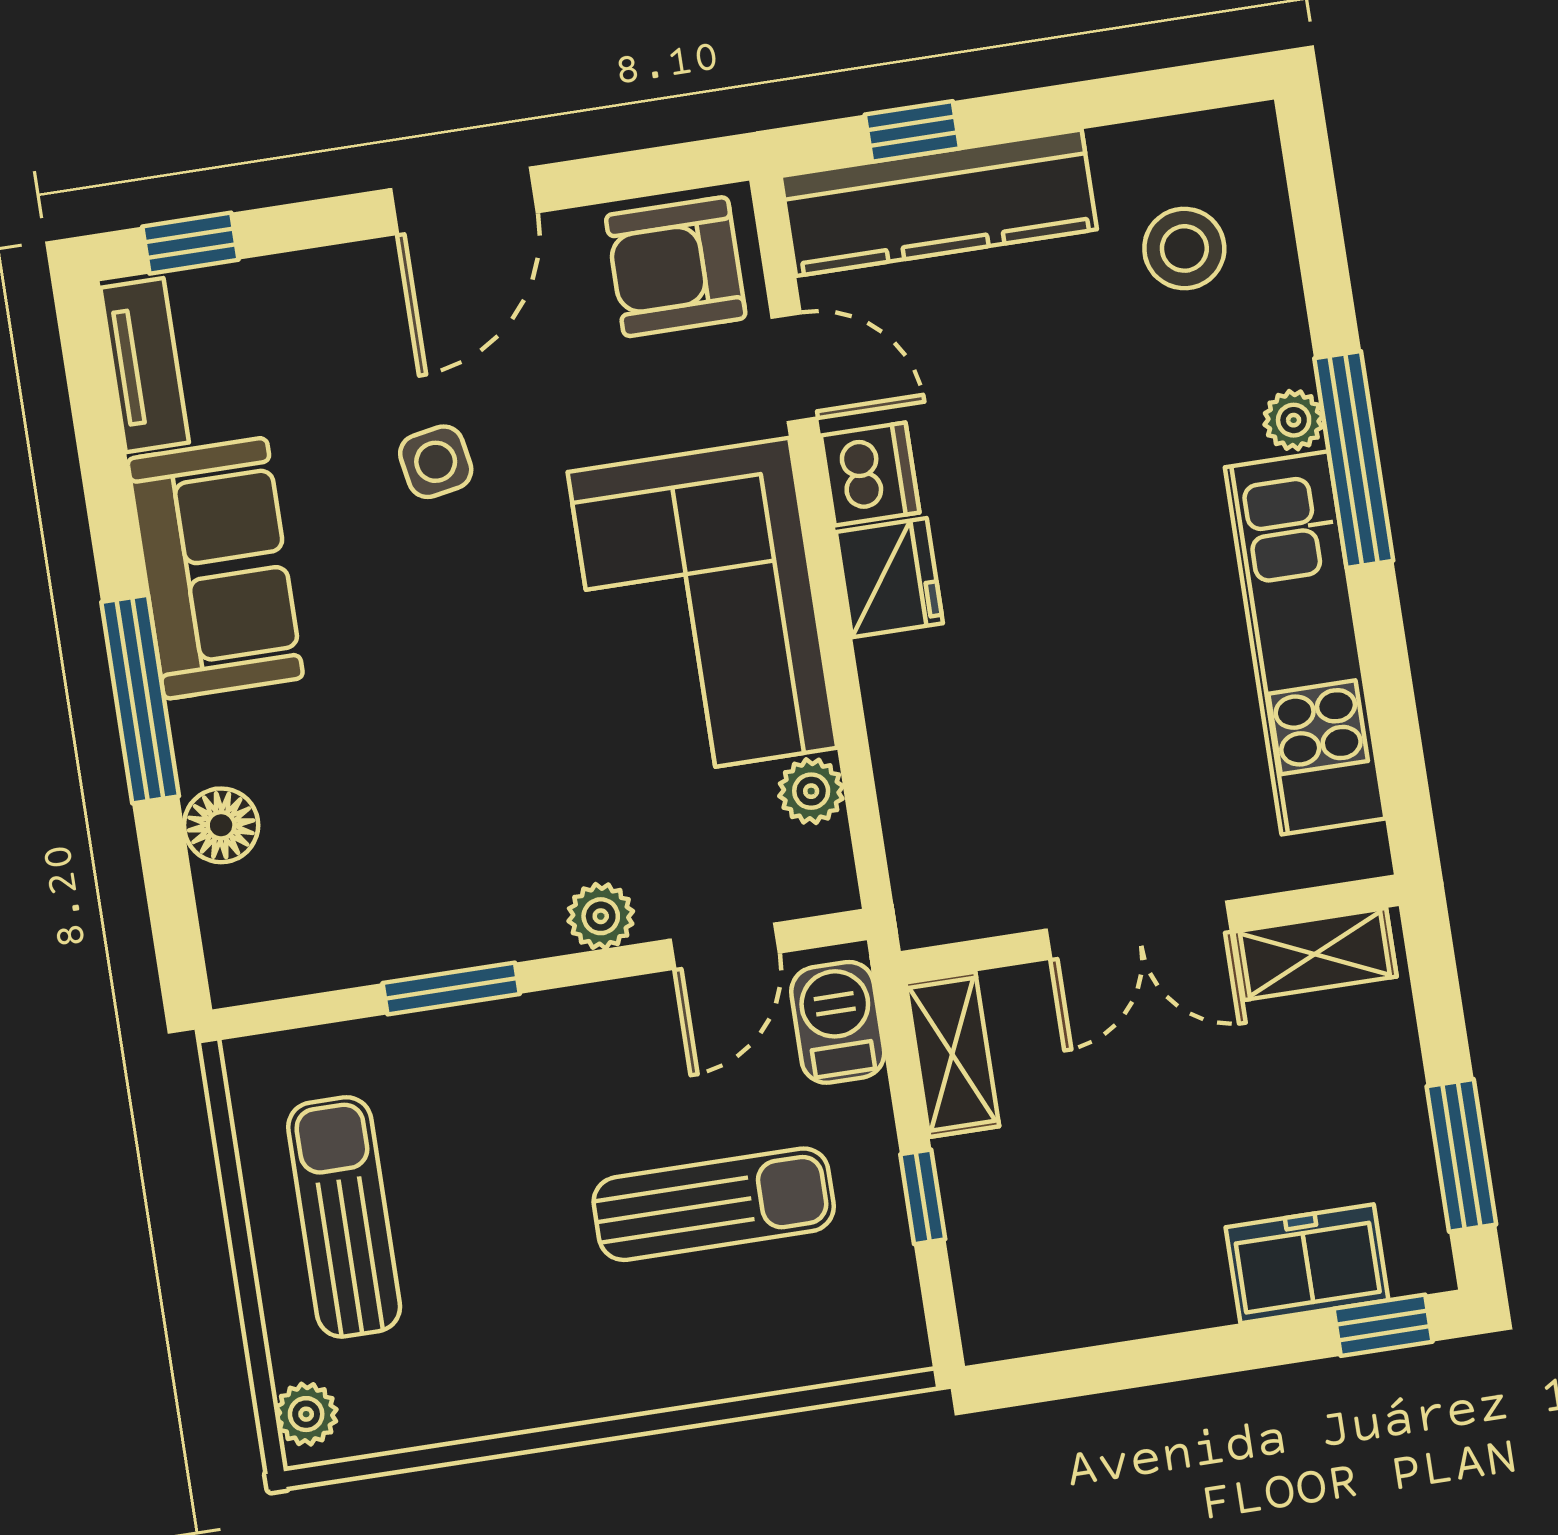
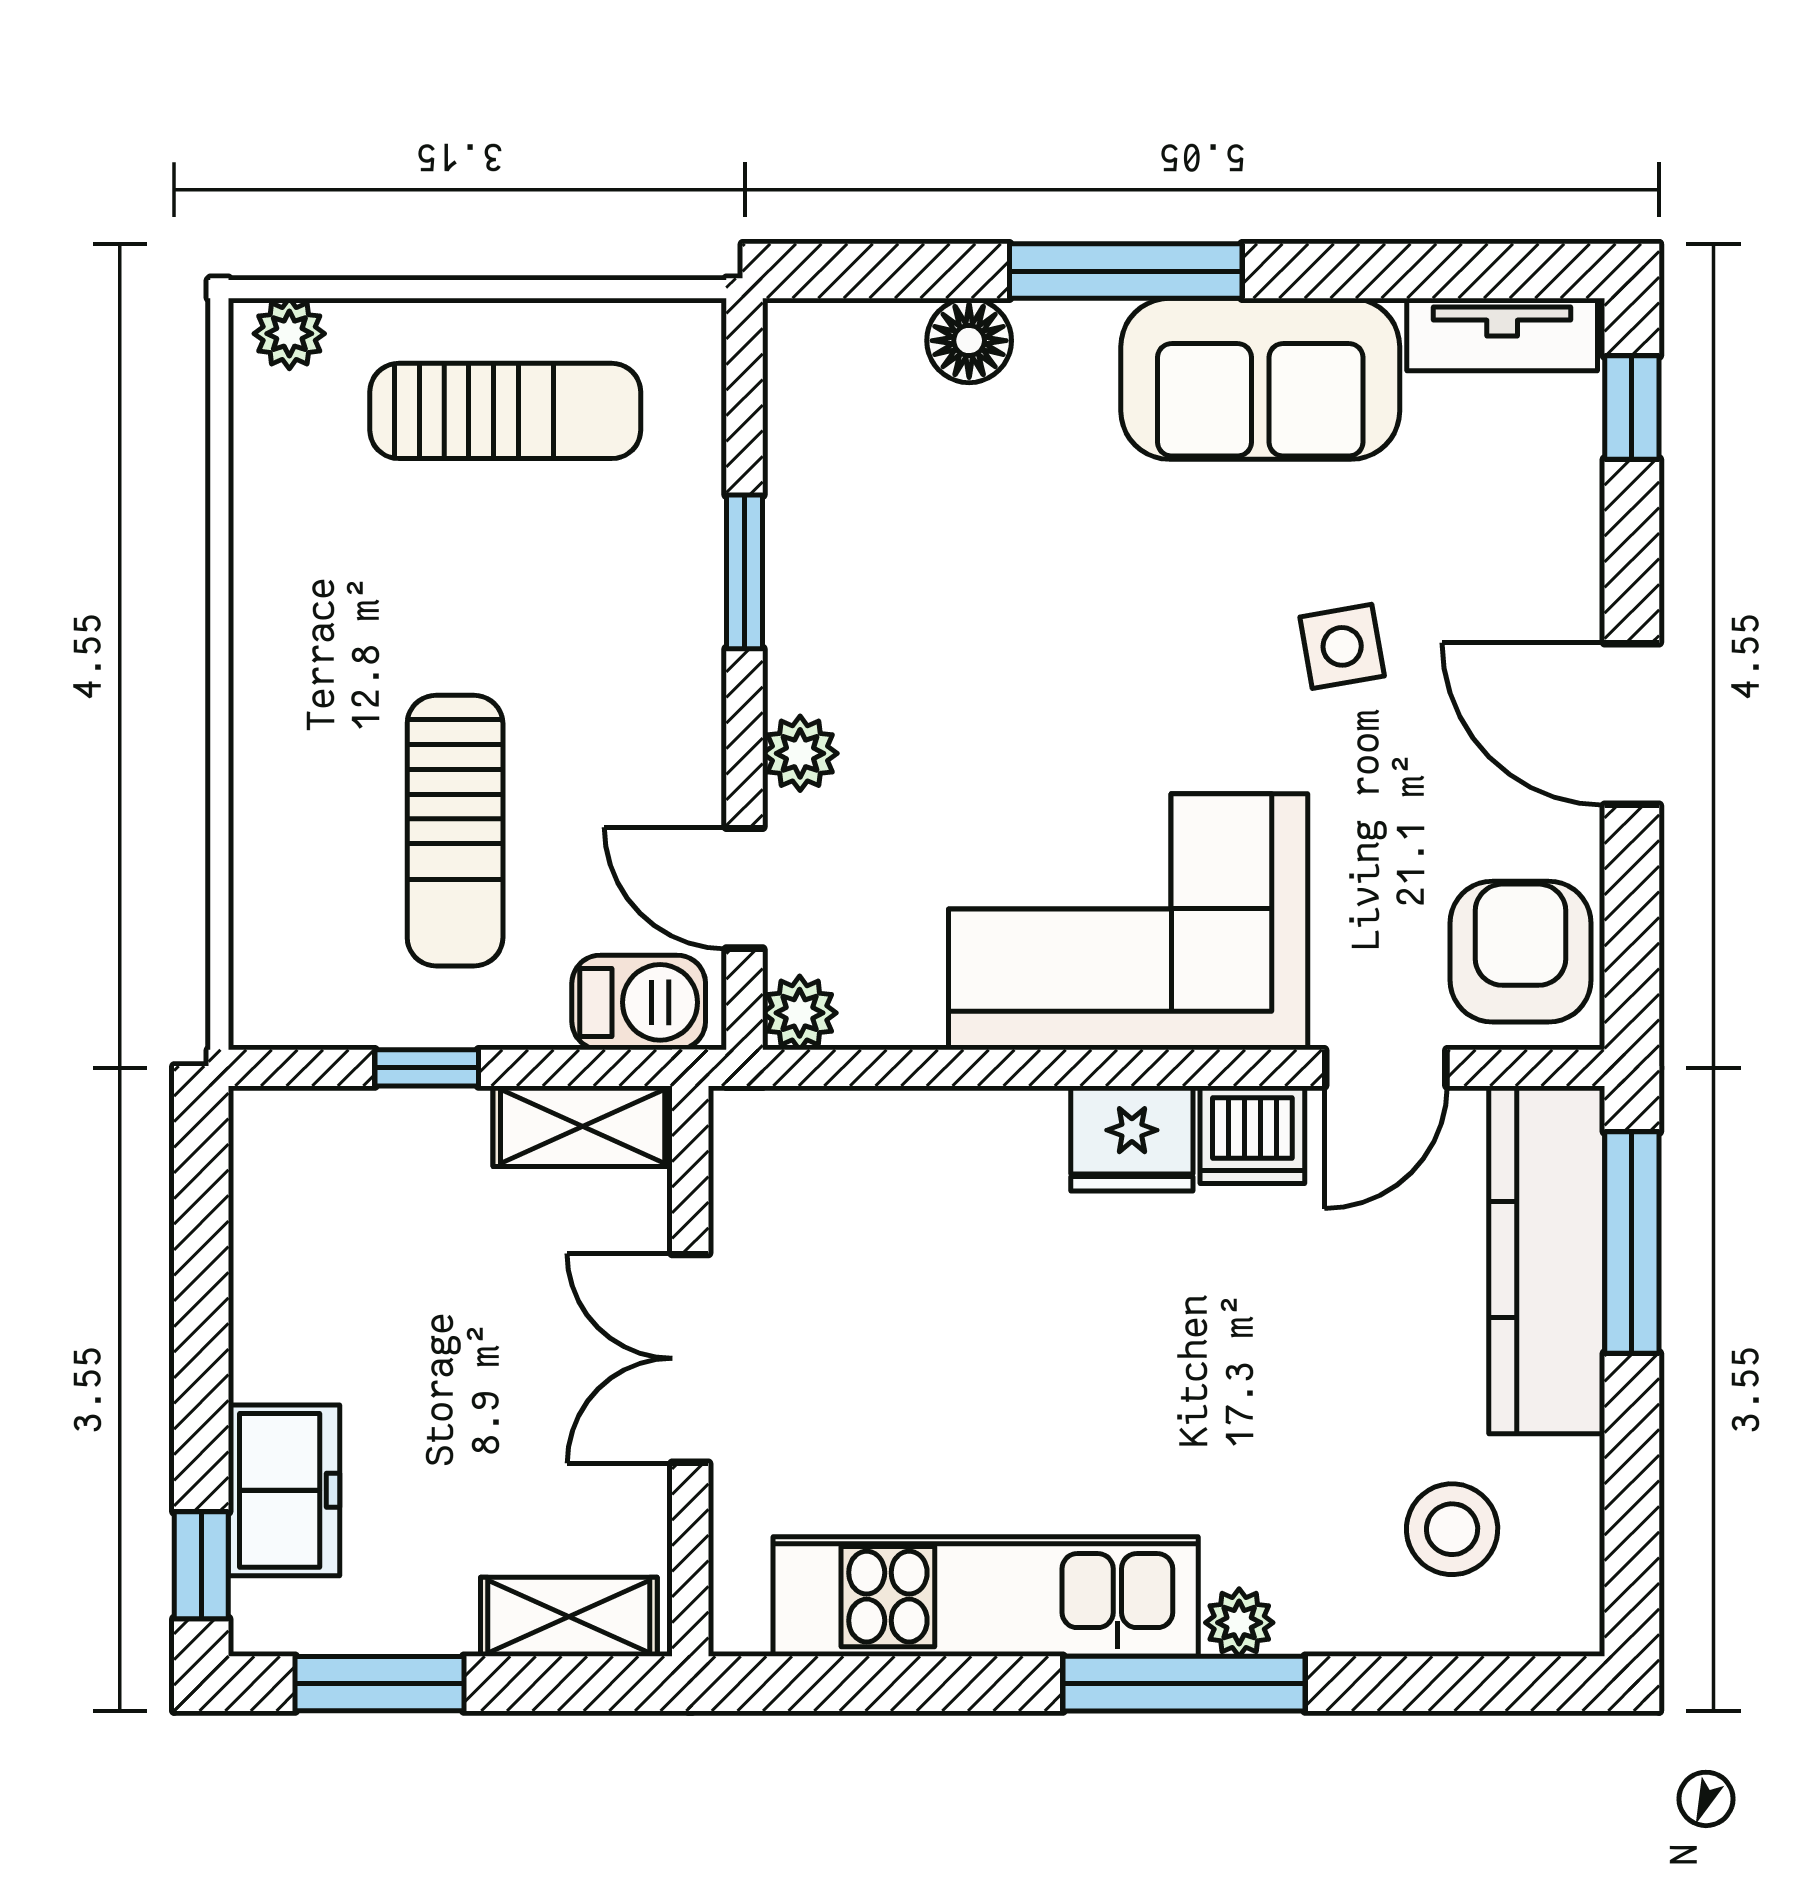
window: (912, 131) -> (1632, 1243), width x2.17
plant: (811, 791) -> (800, 1013), moved
shelving: (1315, 954) -> (569, 1617), moved, turned 90

